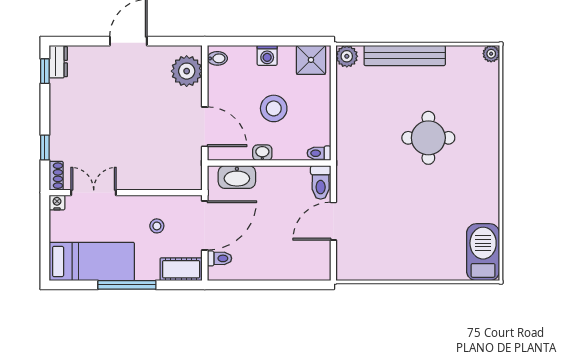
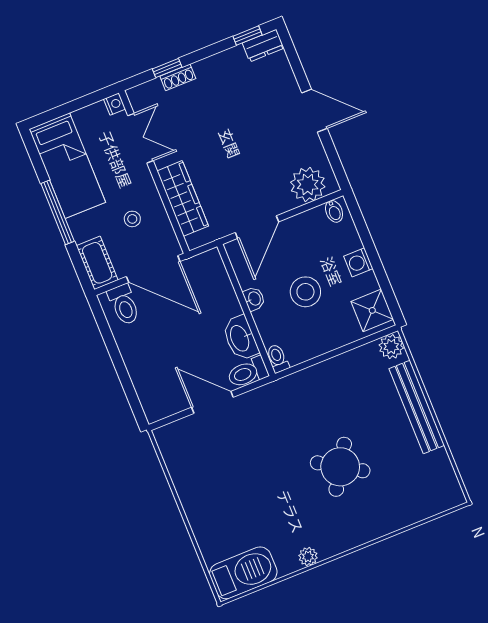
plant: (491, 54) -> (308, 557), moved
round table: (428, 138) -> (340, 467), turned 32
shoe rack: (56, 176) -> (178, 77), moved
washbasin: (237, 177) -> (240, 338), moved
wardrobe: (157, 178) -> (183, 198), added
toilet: (219, 258) -> (124, 305), width x1.37, depth x1.39

